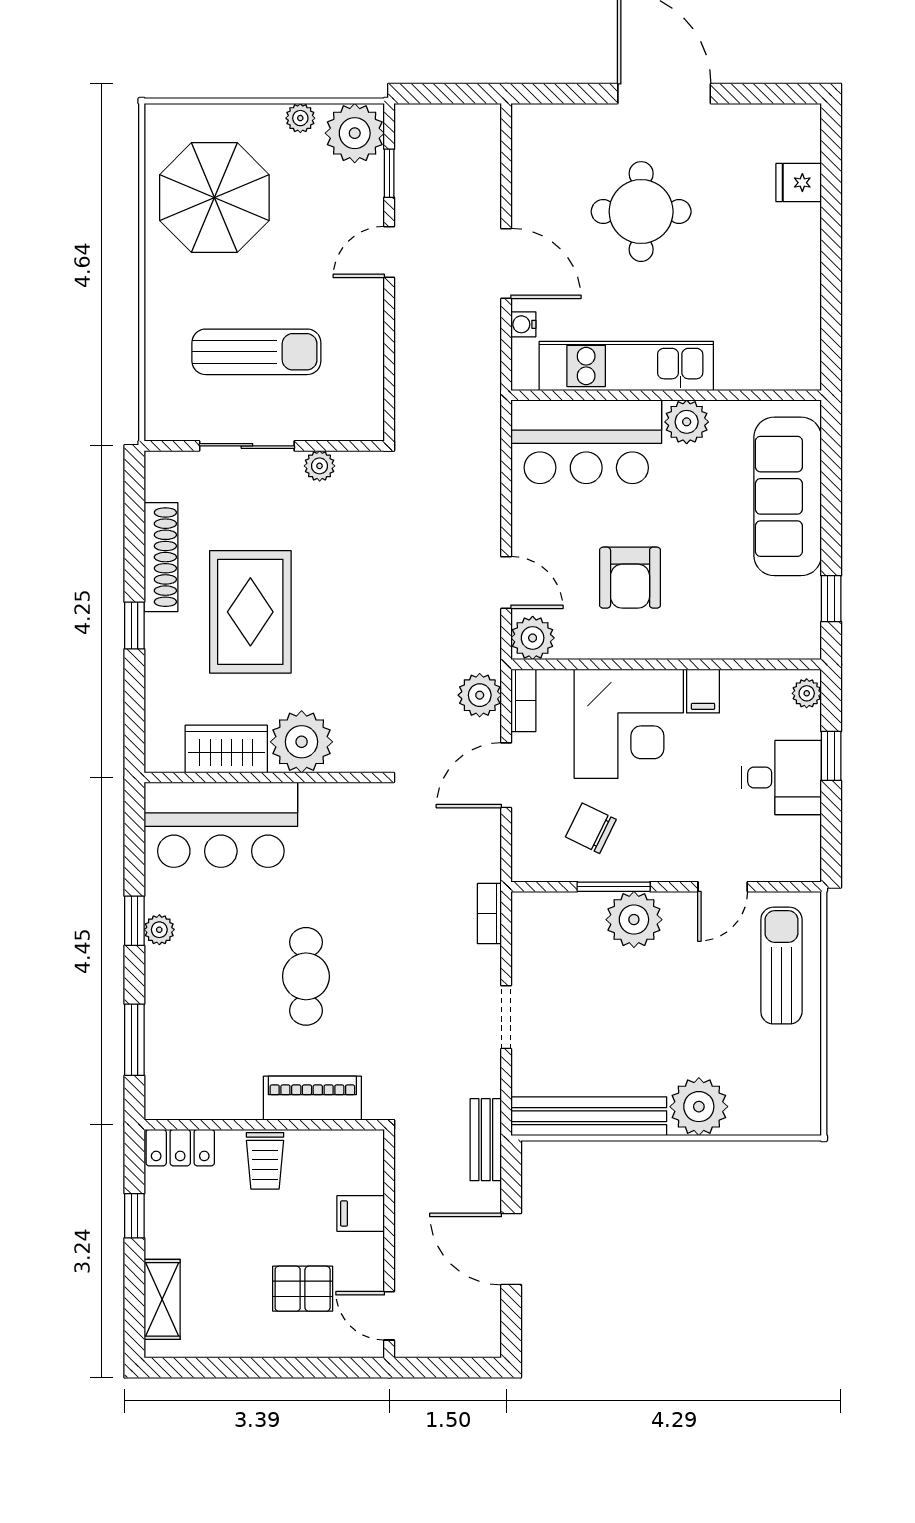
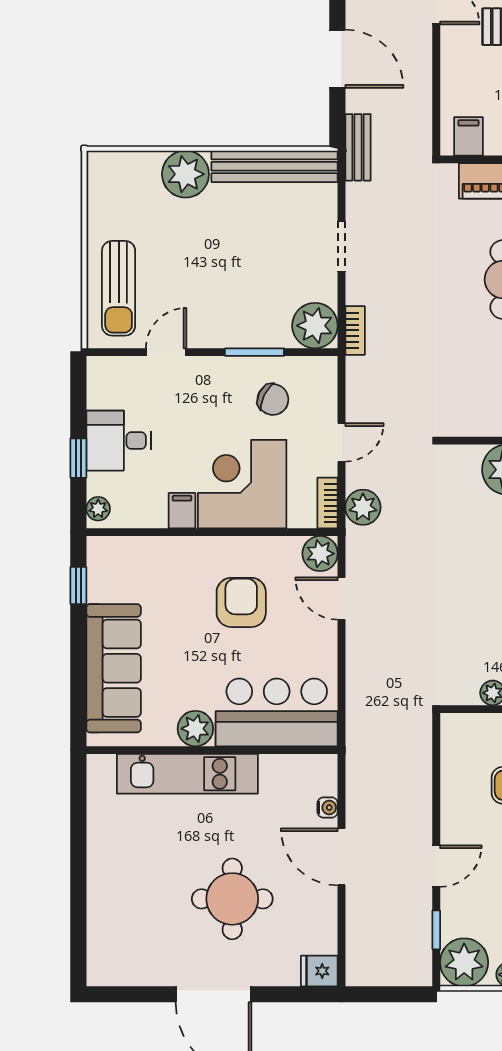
fridge: (799, 183) -> (319, 971), moved, turned 180
kitchen unit: (626, 366) -> (187, 774), moved
door: (506, 775) -> (341, 442), width x0.73
plant: (634, 920) -> (315, 326), moved
filing cabinet: (361, 1214) -> (468, 136), moved, turned -90

